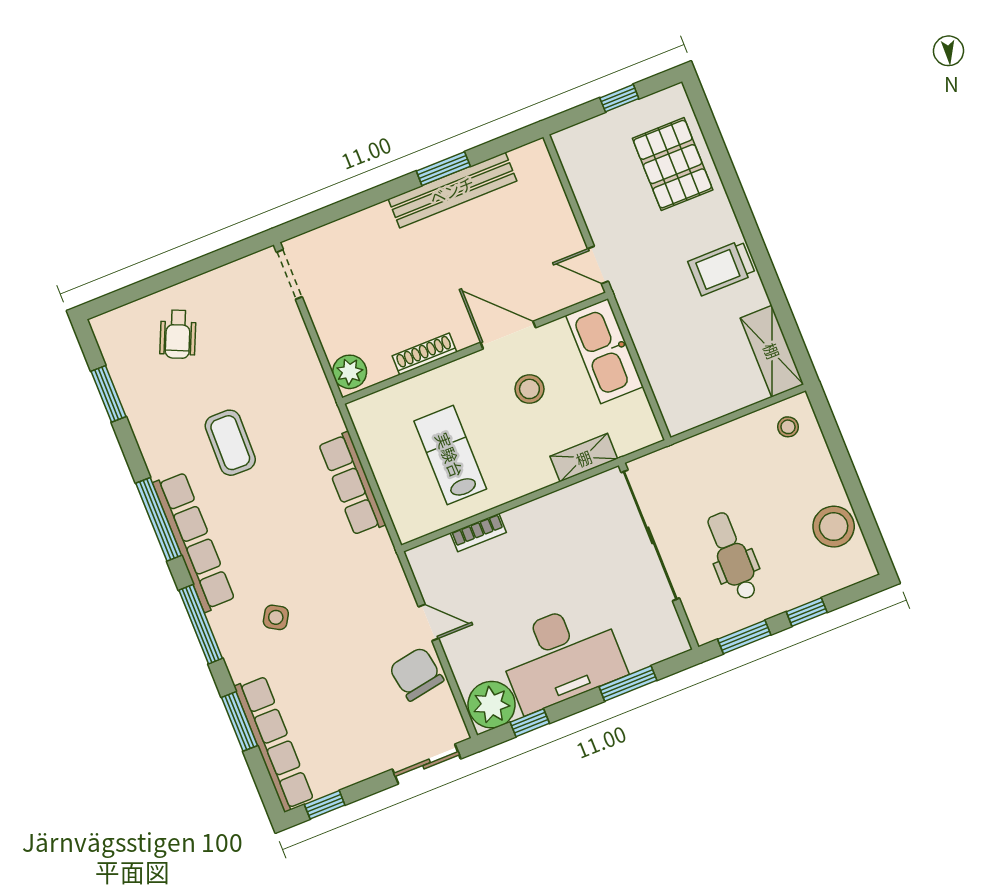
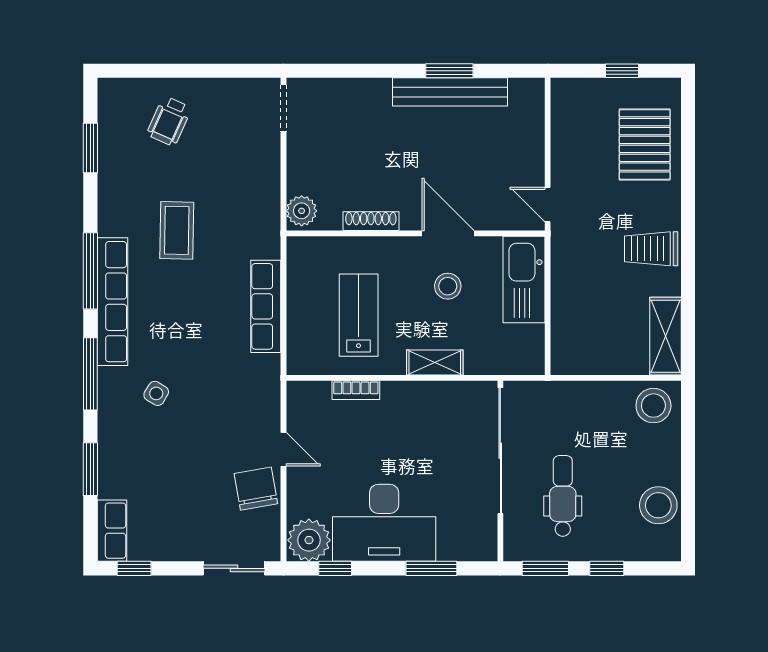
stool: (788, 427) -> (653, 406), width x1.89, depth x1.89
shelving: (584, 458) -> (435, 362), moved
row of seats: (274, 743) -> (112, 531), width x0.50

